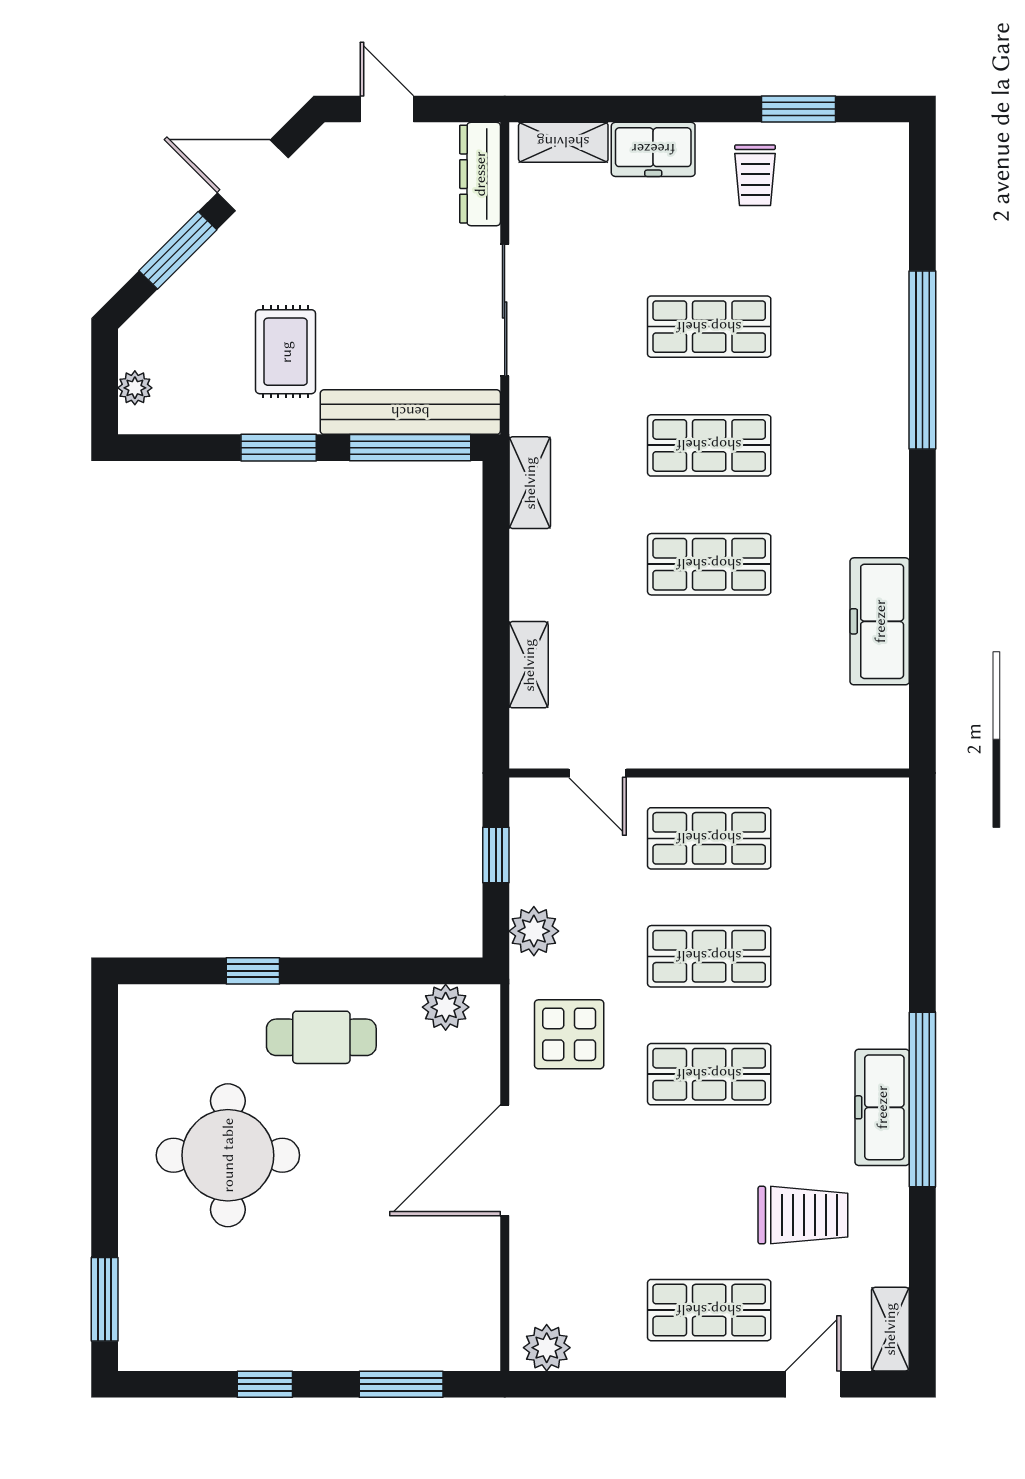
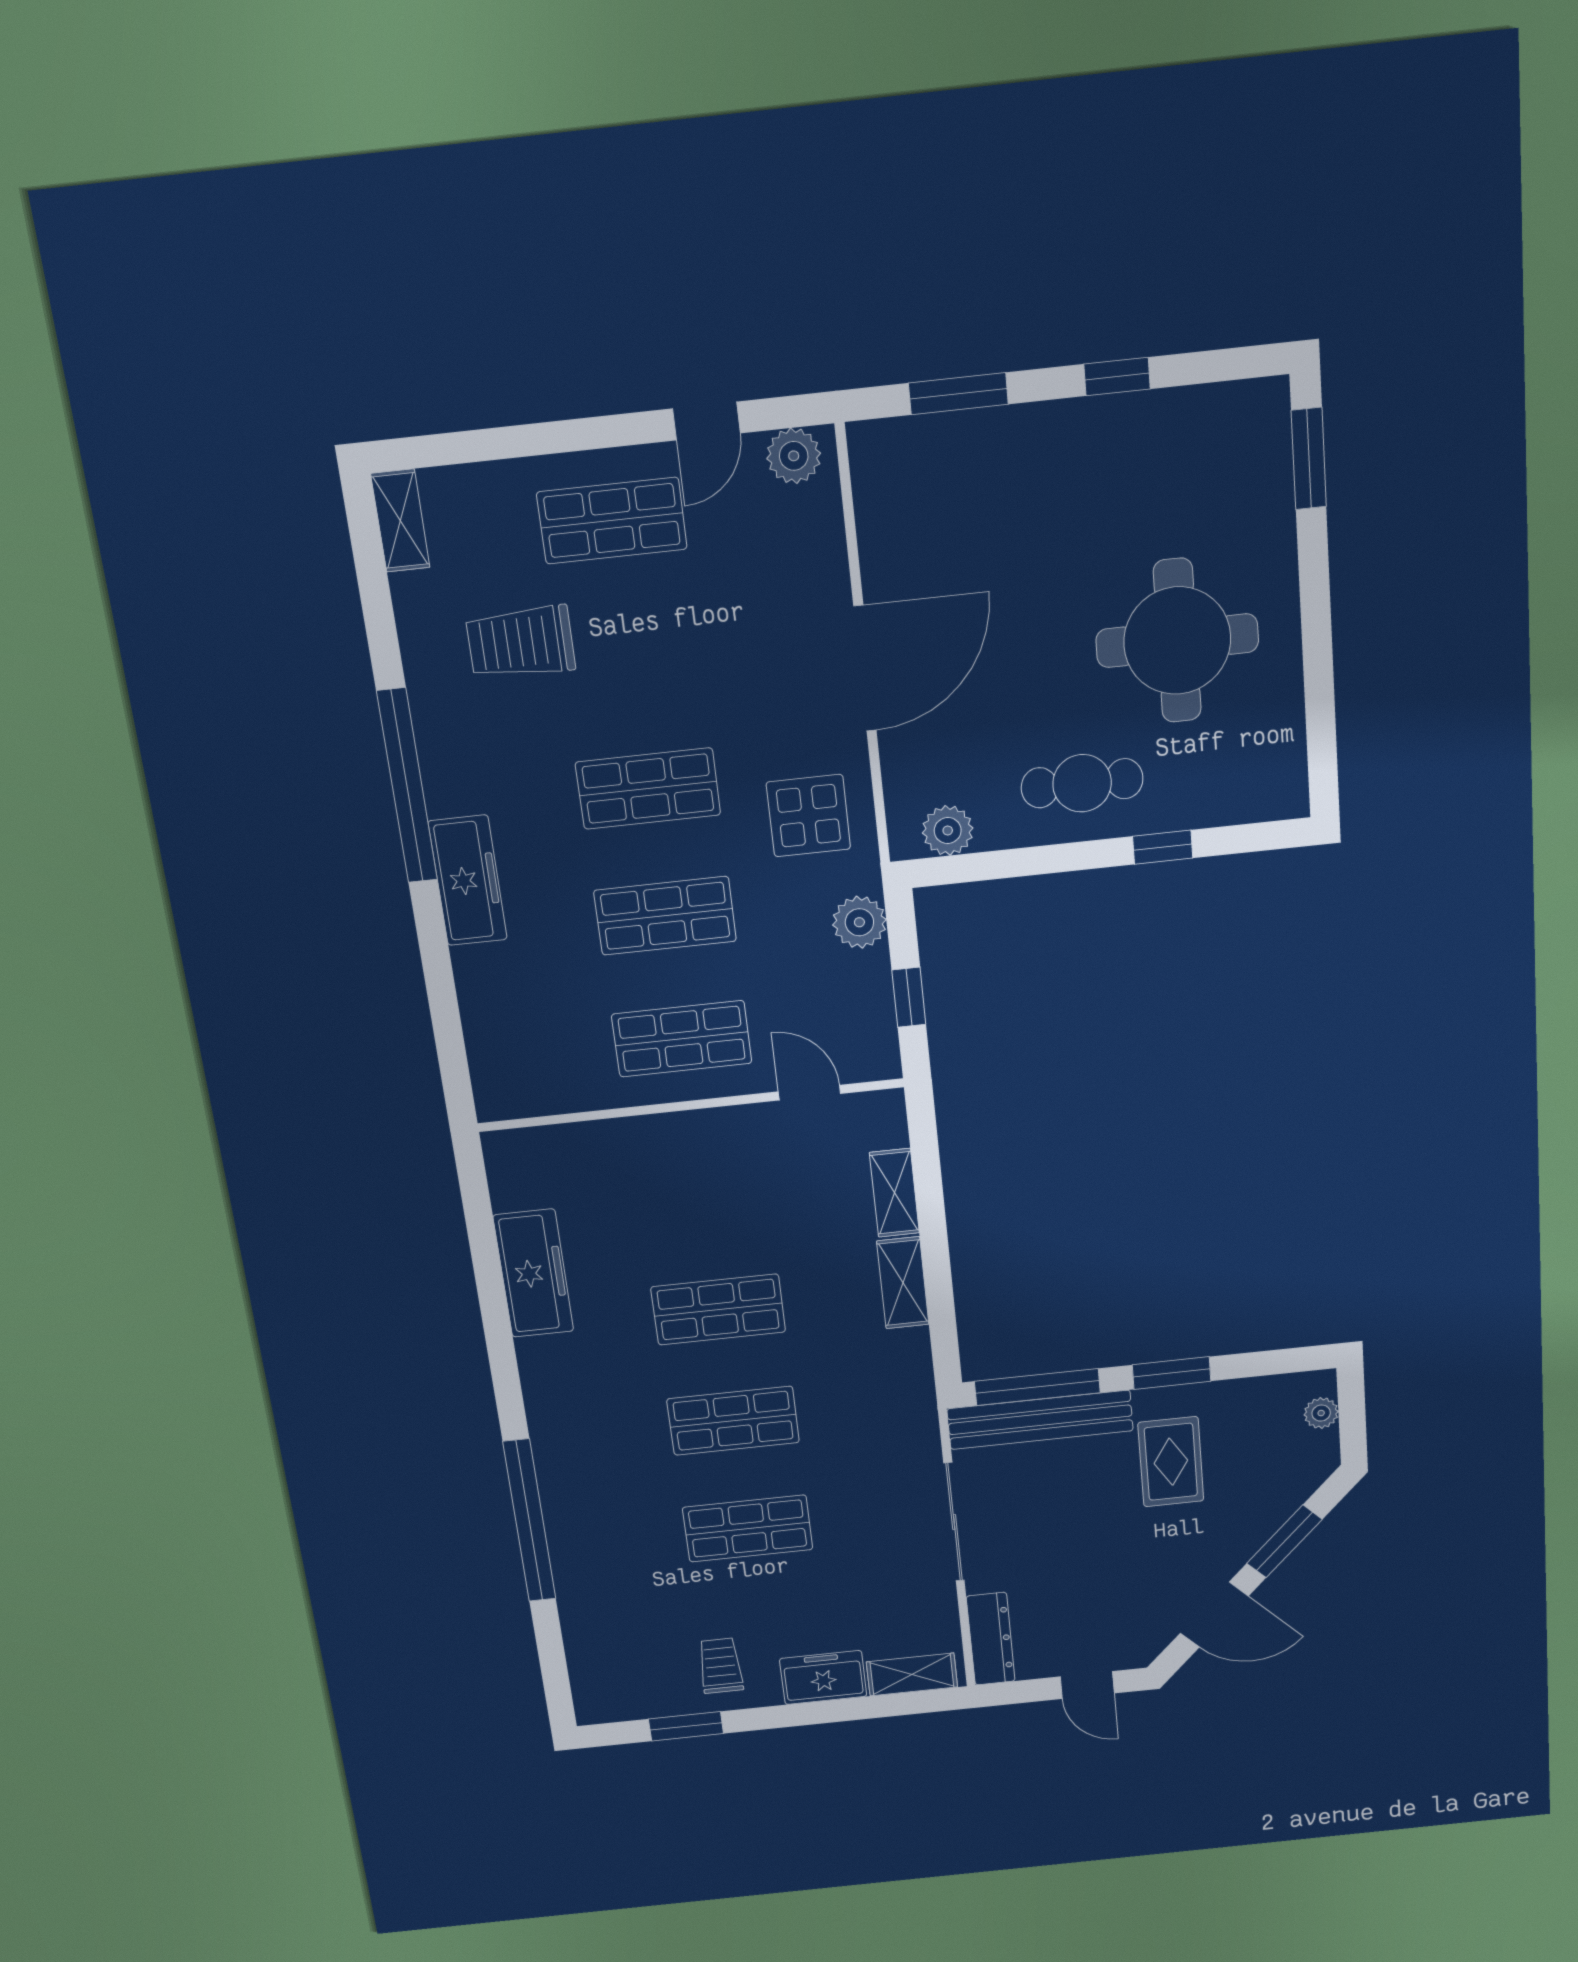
shelving: (530, 483) -> (903, 1283), moved
freezer: (882, 1107) -> (468, 881), moved
door: (813, 1384) -> (706, 421), moved

